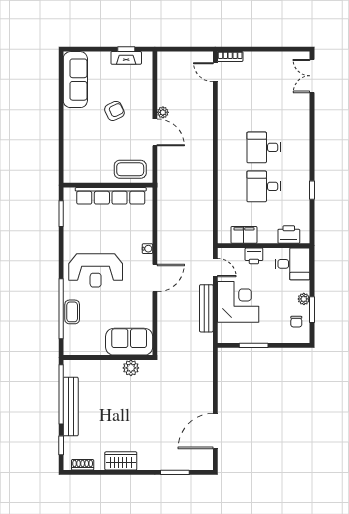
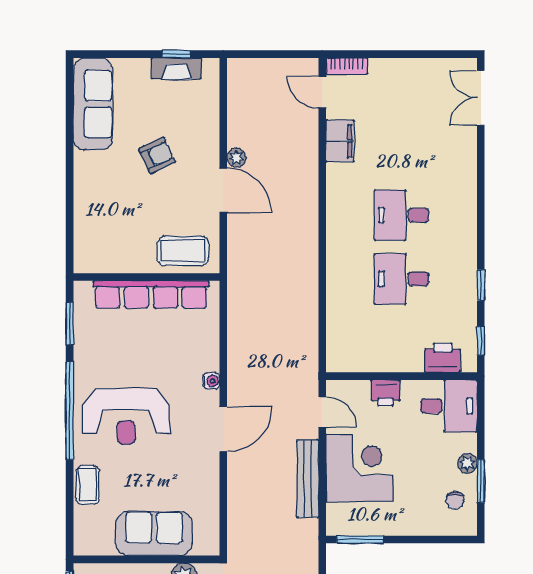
window: (312, 224) -> (481, 341), added
filing cabinet: (244, 235) -> (340, 141), moved, turned 90
window: (61, 309) -> (70, 411), moved
sofa: (129, 342) -> (154, 533), moved
window: (254, 345) -> (360, 540), moved

